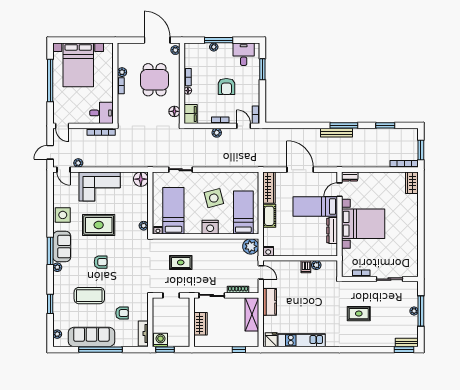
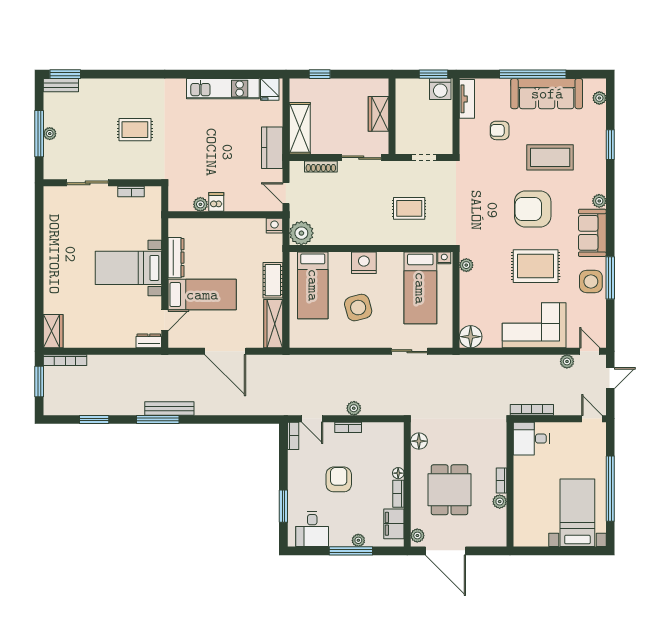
bed with nightstands: (78, 65) -> (577, 513), width x0.73
filing cabinet: (191, 114) -> (394, 524), moved
bed with nightstands: (363, 224) -> (128, 268), width x0.73
window: (50, 251) -> (610, 278), moved
armchair: (101, 262) -> (533, 209), width x1.88, depth x1.88

